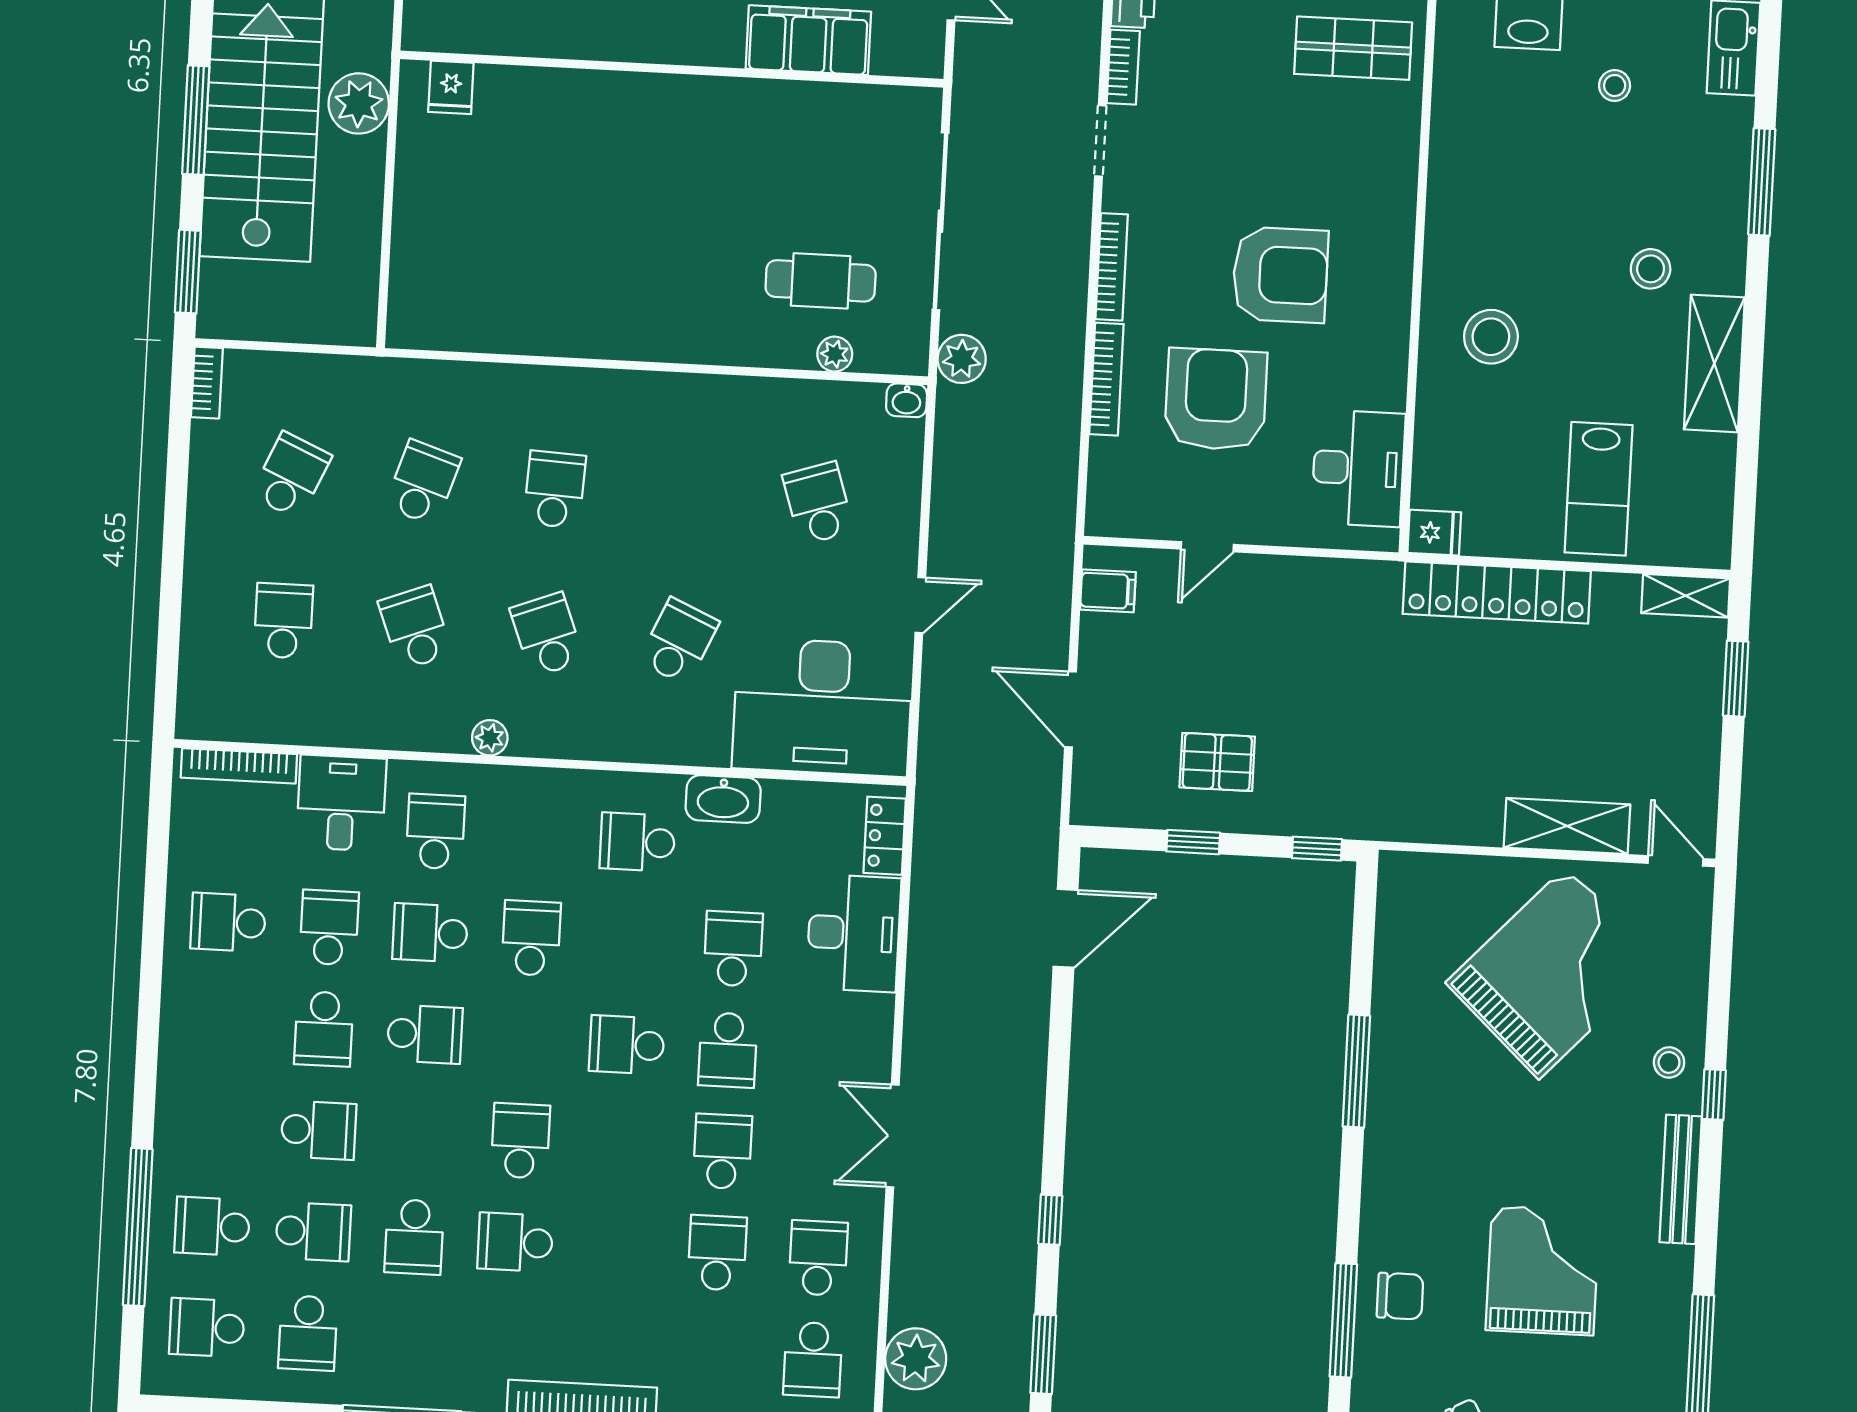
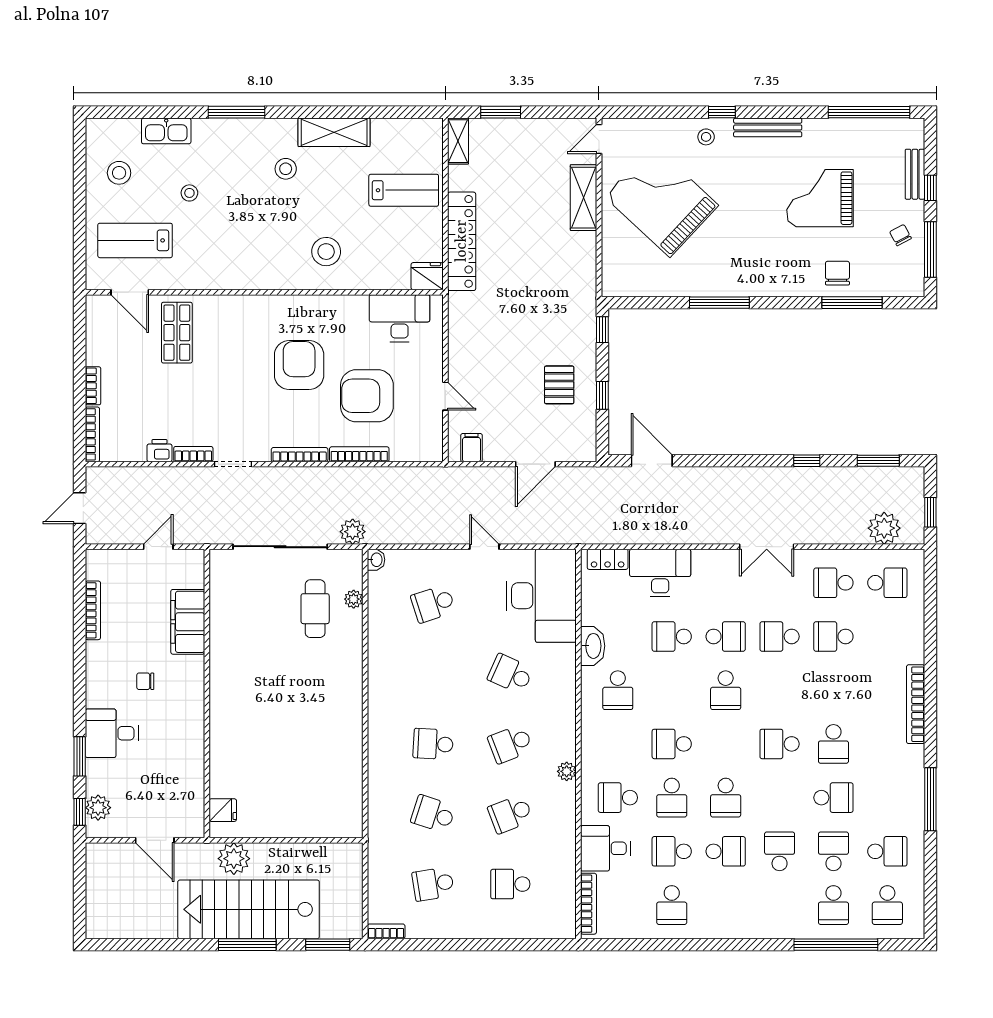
school desk: (291, 476) -> (433, 884), turned -33
fridge: (1434, 533) -> (427, 276), width x1.38
school desk: (425, 1034) -> (726, 798), turned 180

